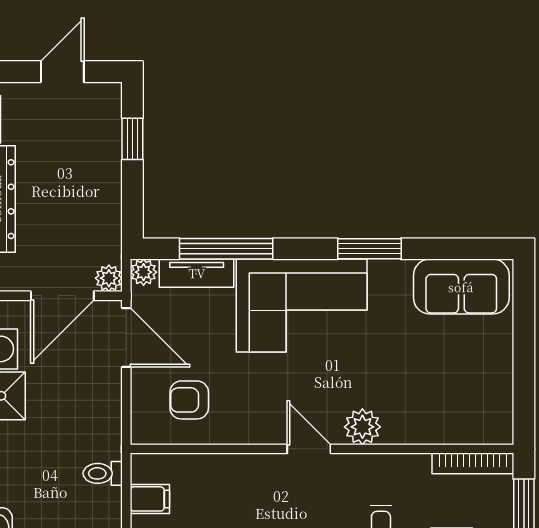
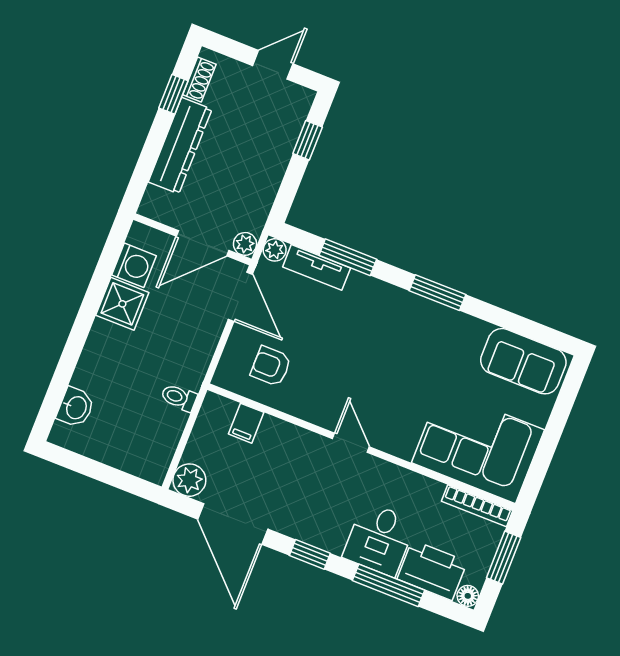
window: (226, 249) -> (348, 257), width x0.69
window: (369, 249) -> (437, 293), moved
corner sofa: (302, 305) -> (478, 446), moved, turned 180
plant: (362, 427) -> (401, 442), removed
filing cabinet: (150, 499) -> (246, 423), moved, turned 90

